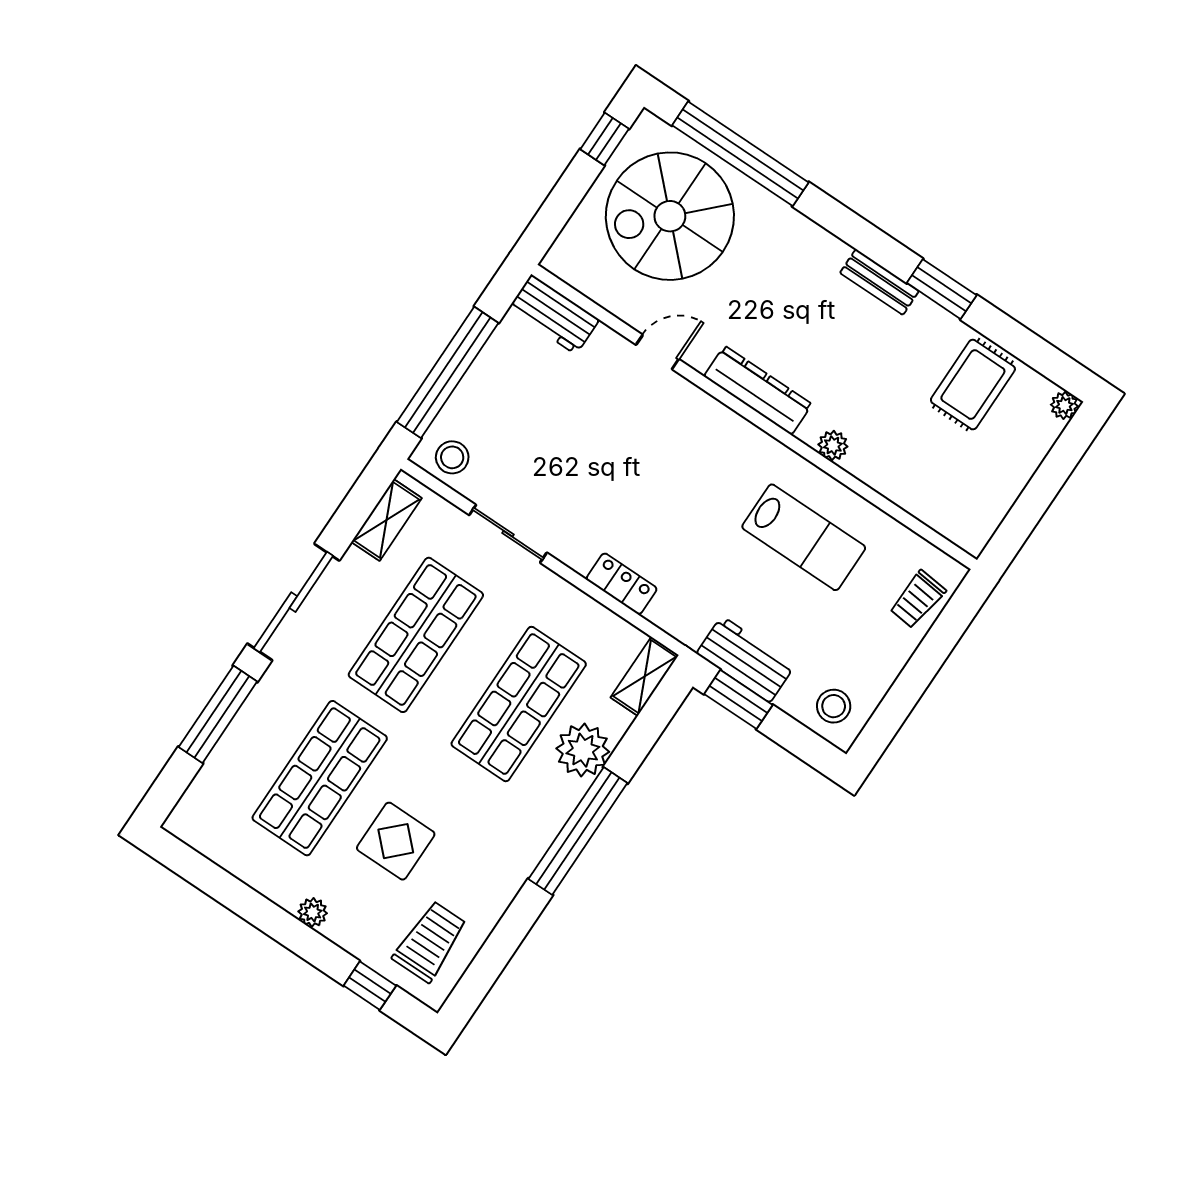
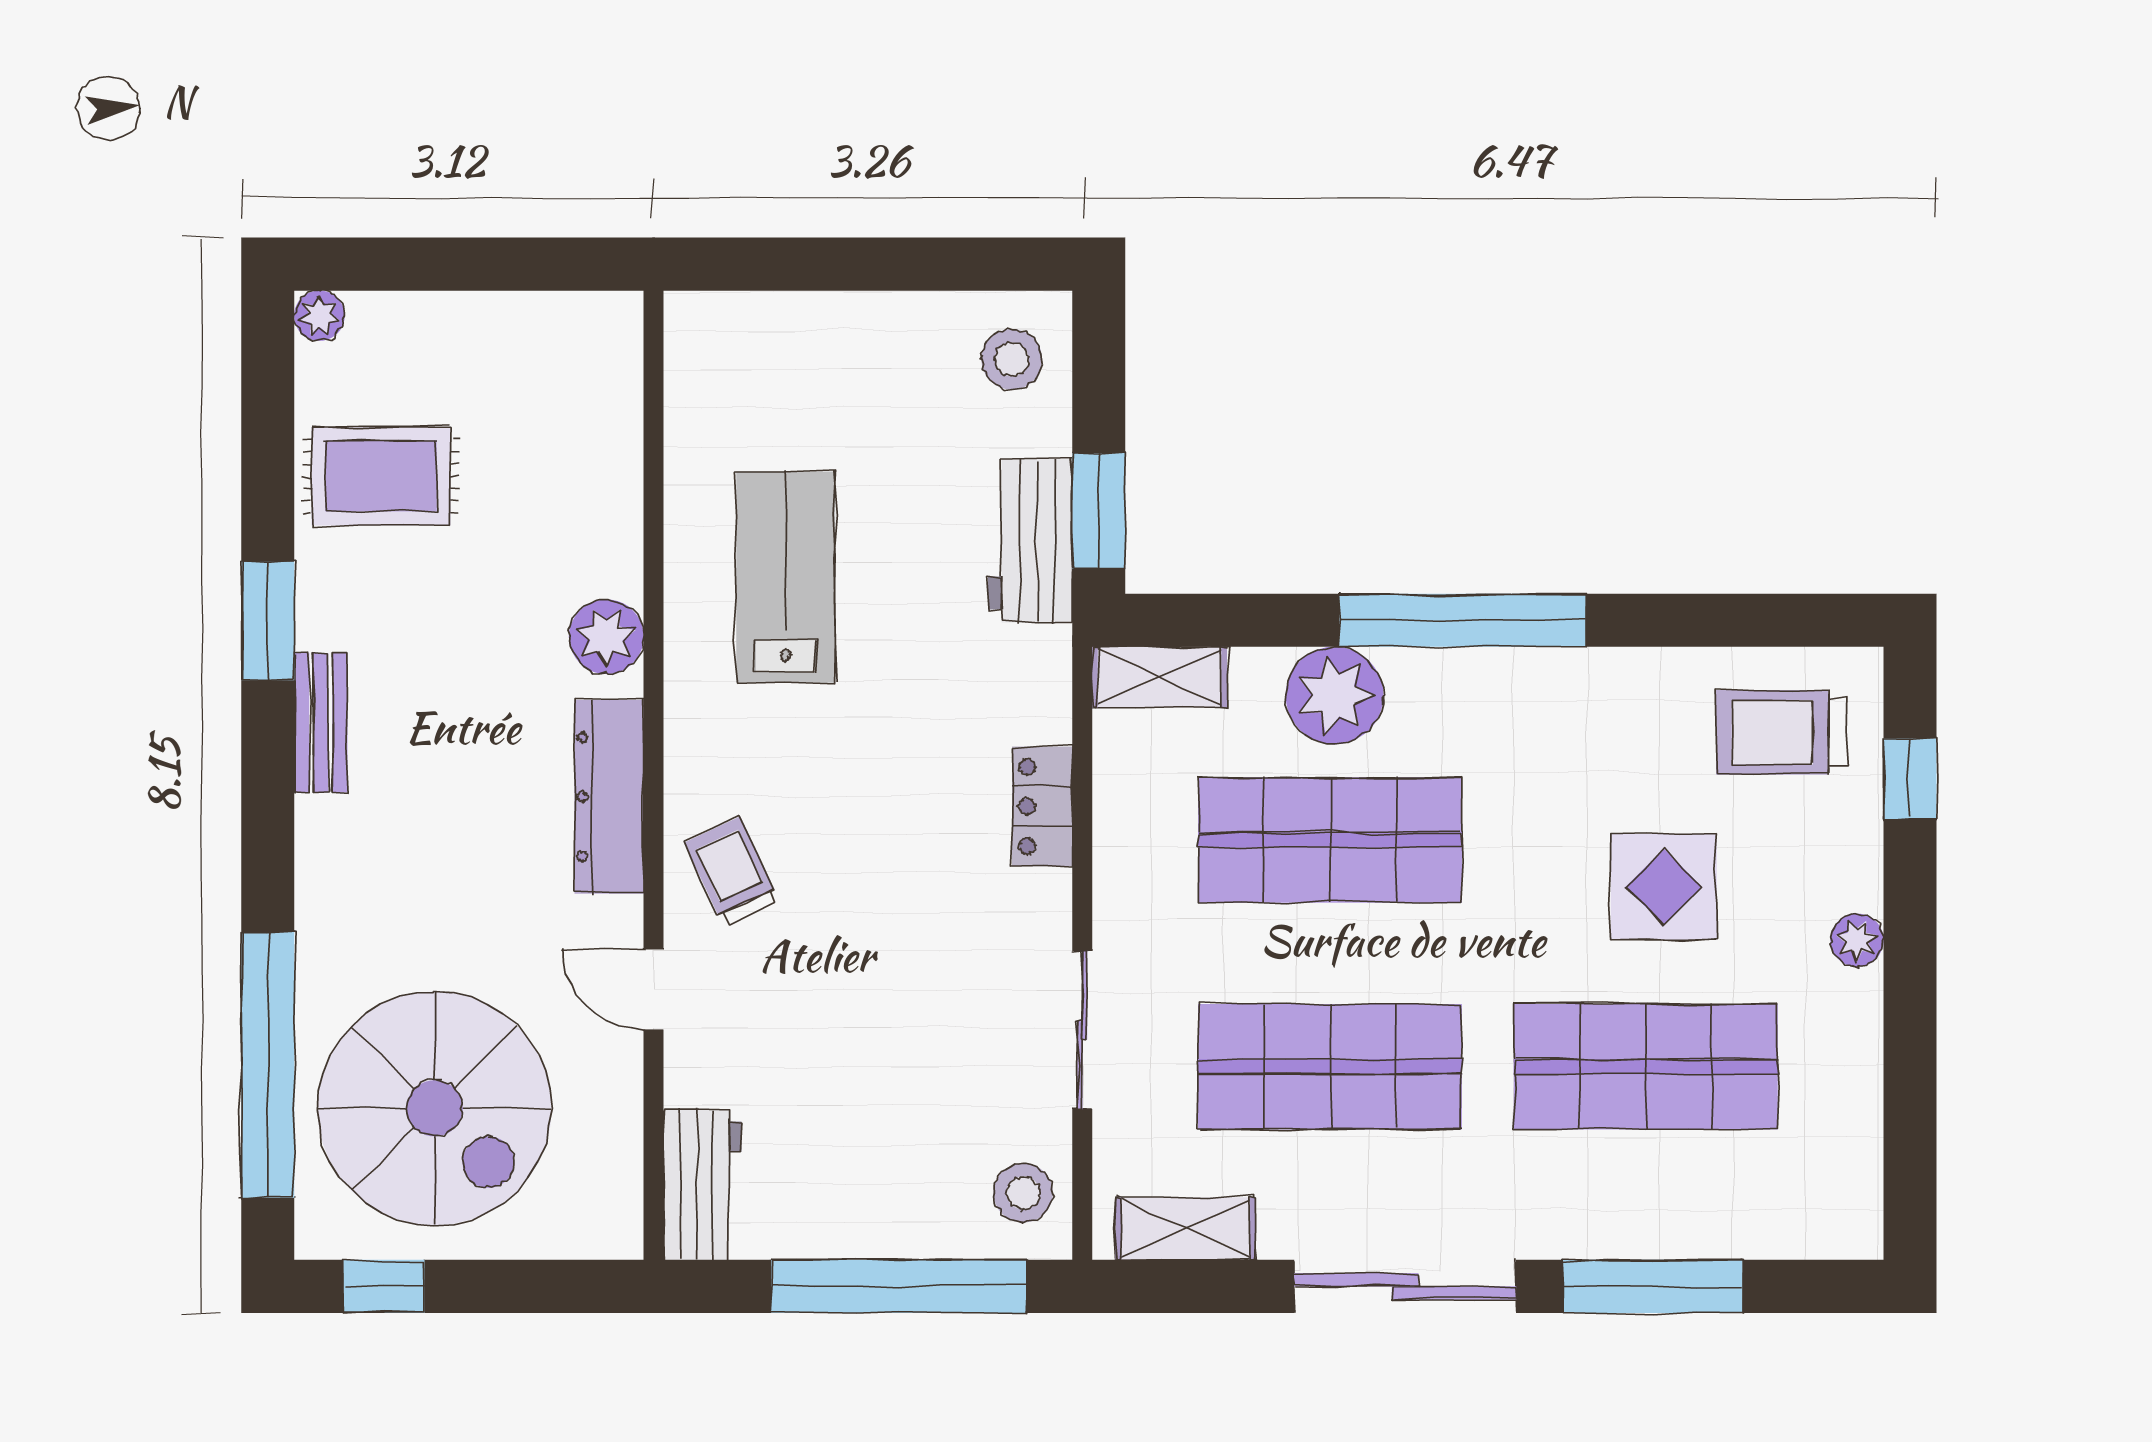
plant: (833, 445) -> (606, 637), width x1.38, depth x1.38
trolley: (918, 599) -> (732, 872), moved, turned -121

